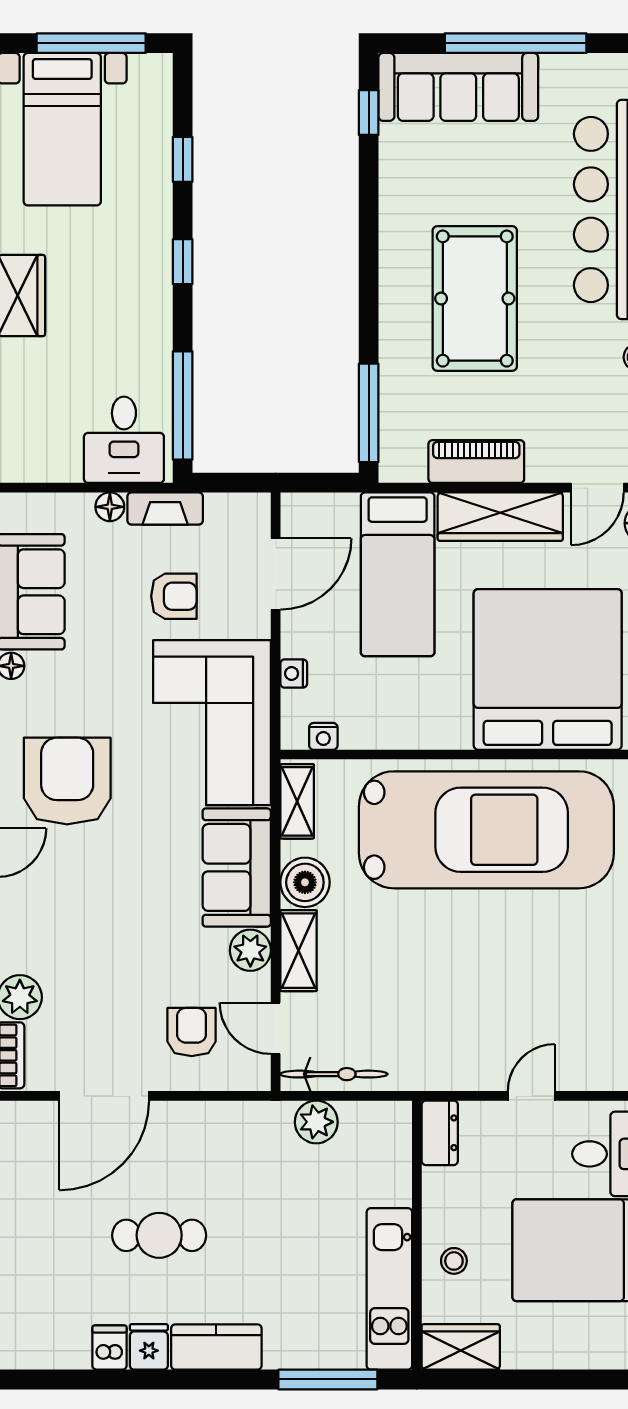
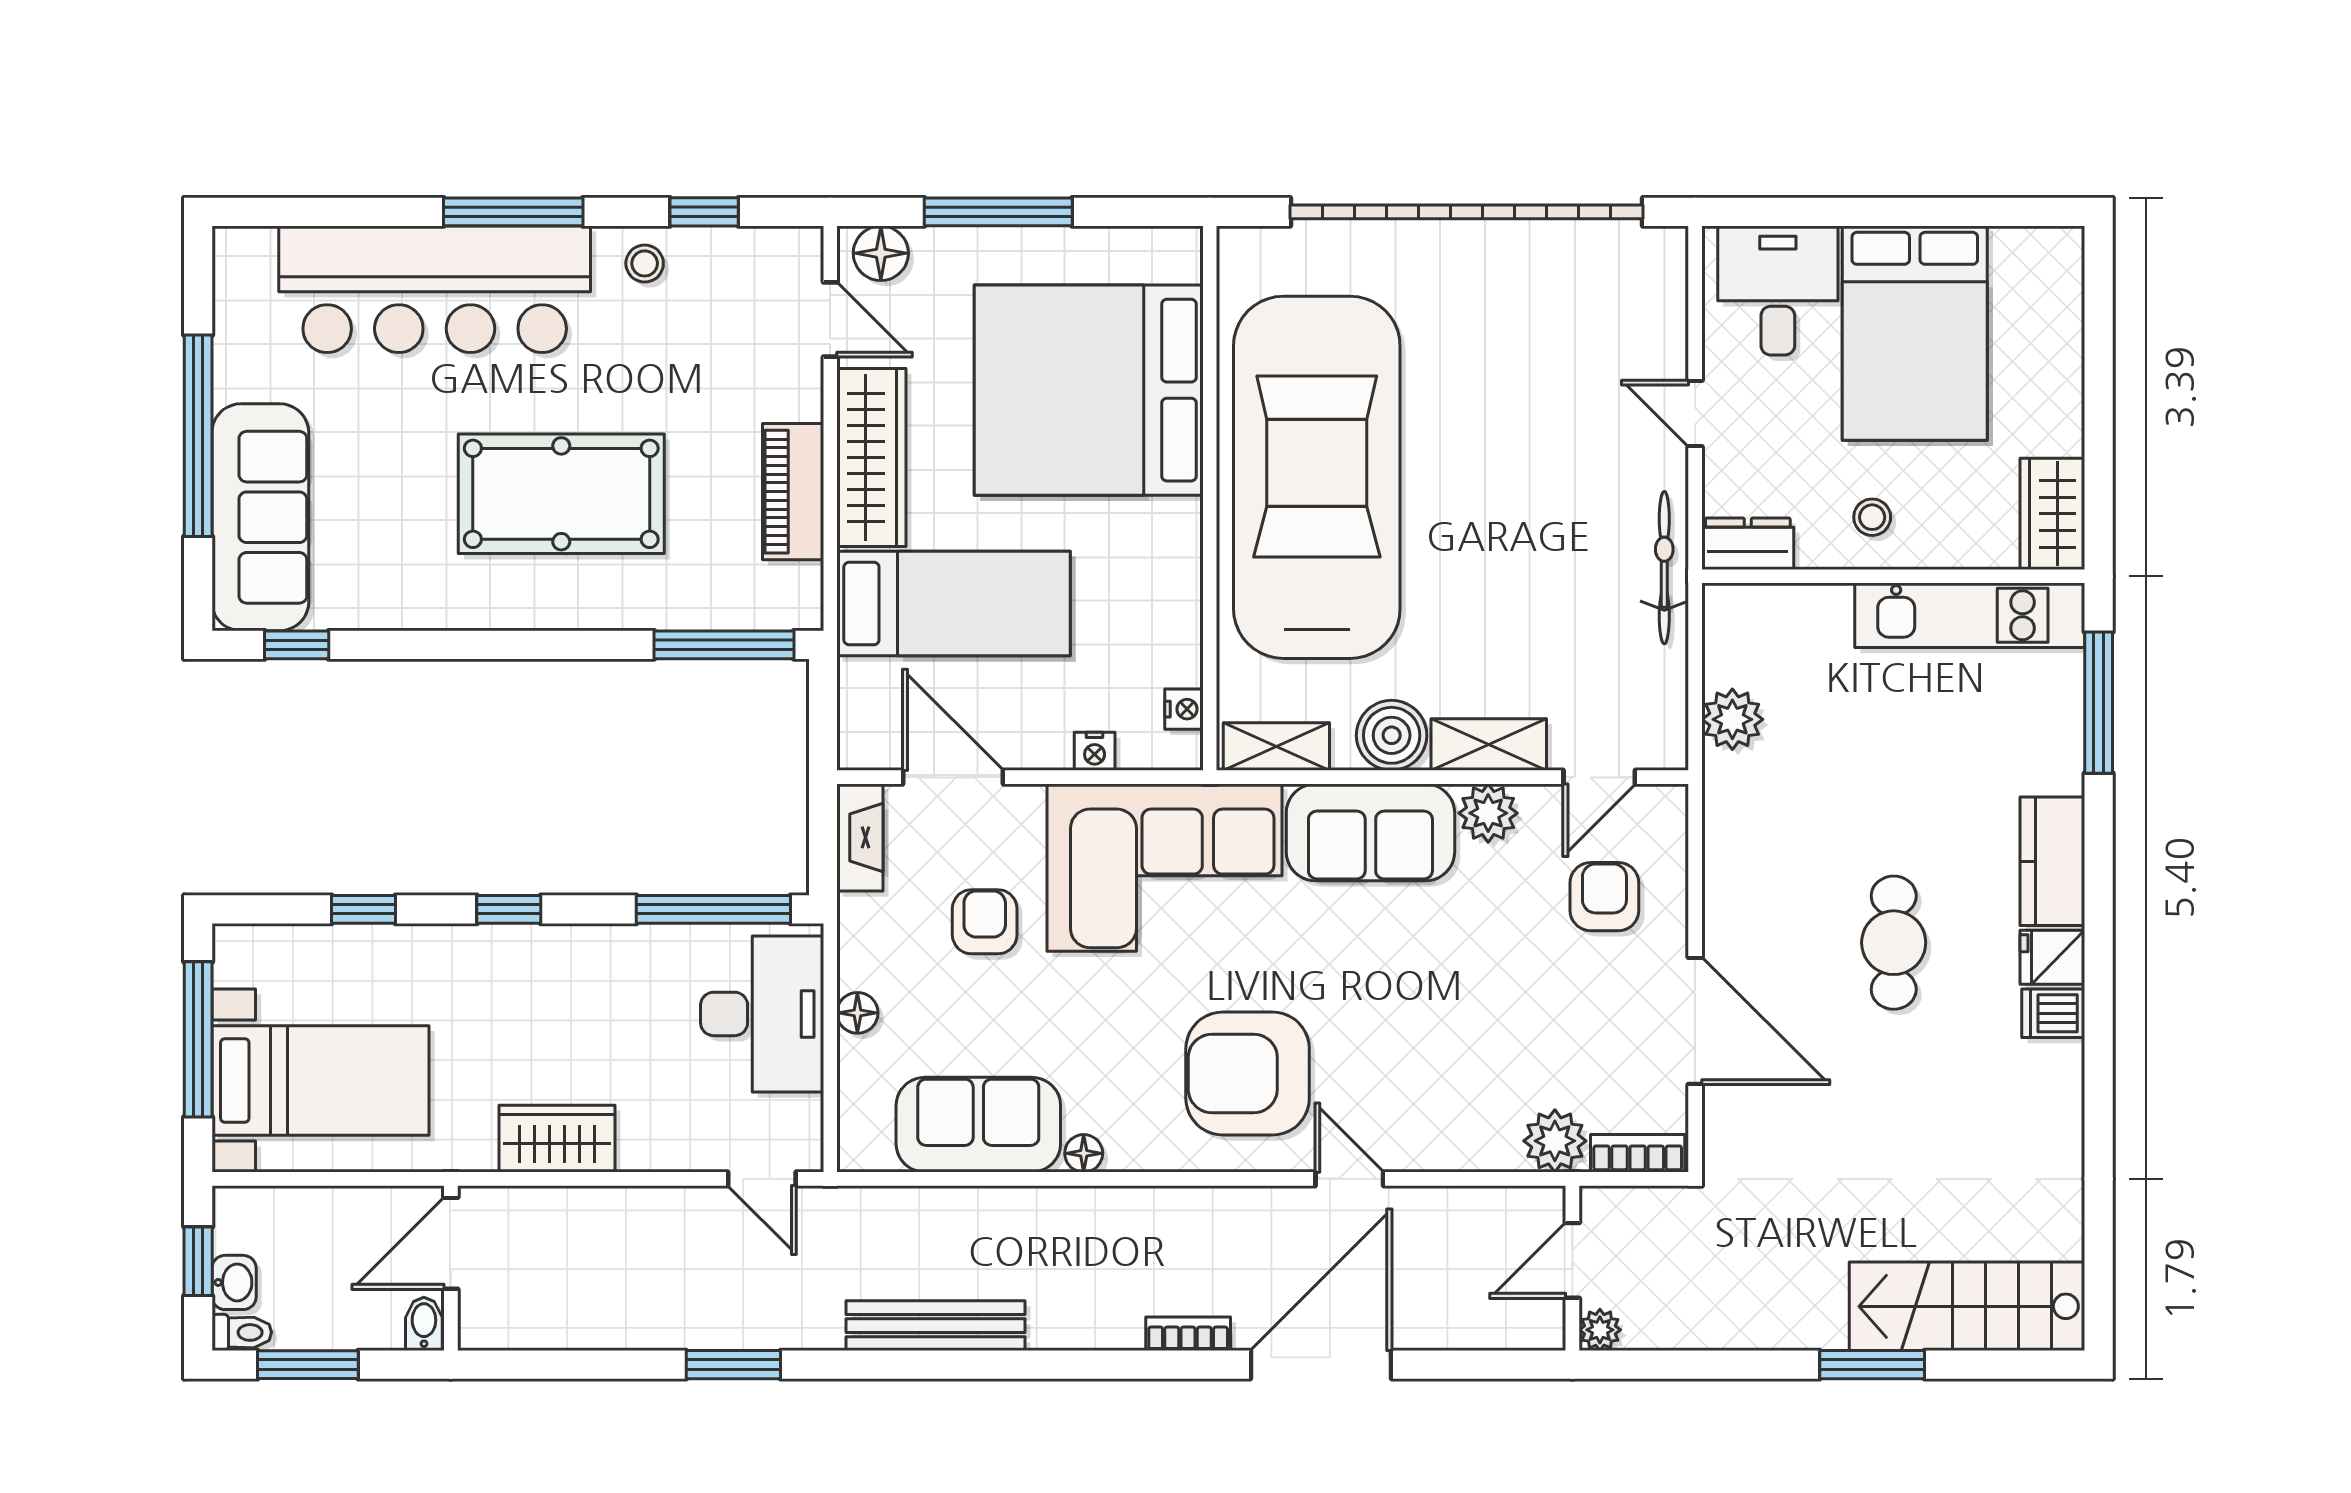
desk: (124, 440) -> (762, 1014), width x1.37
fireplace: (165, 509) -> (860, 837), moved
armchair: (192, 1032) -> (1604, 897), turned 90
bicycle: (334, 1074) -> (1664, 568), moved
stool: (454, 1261) -> (1872, 517), moved

